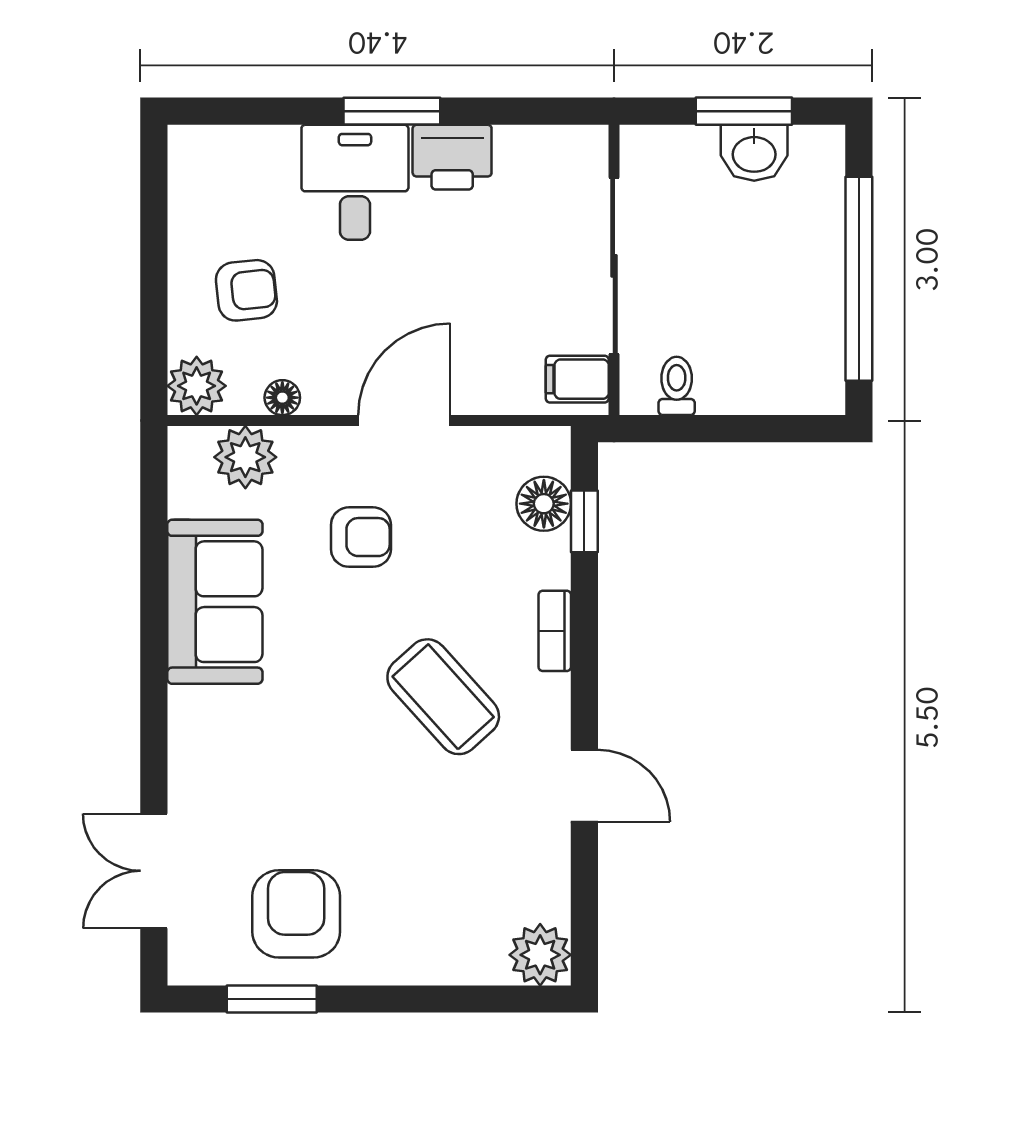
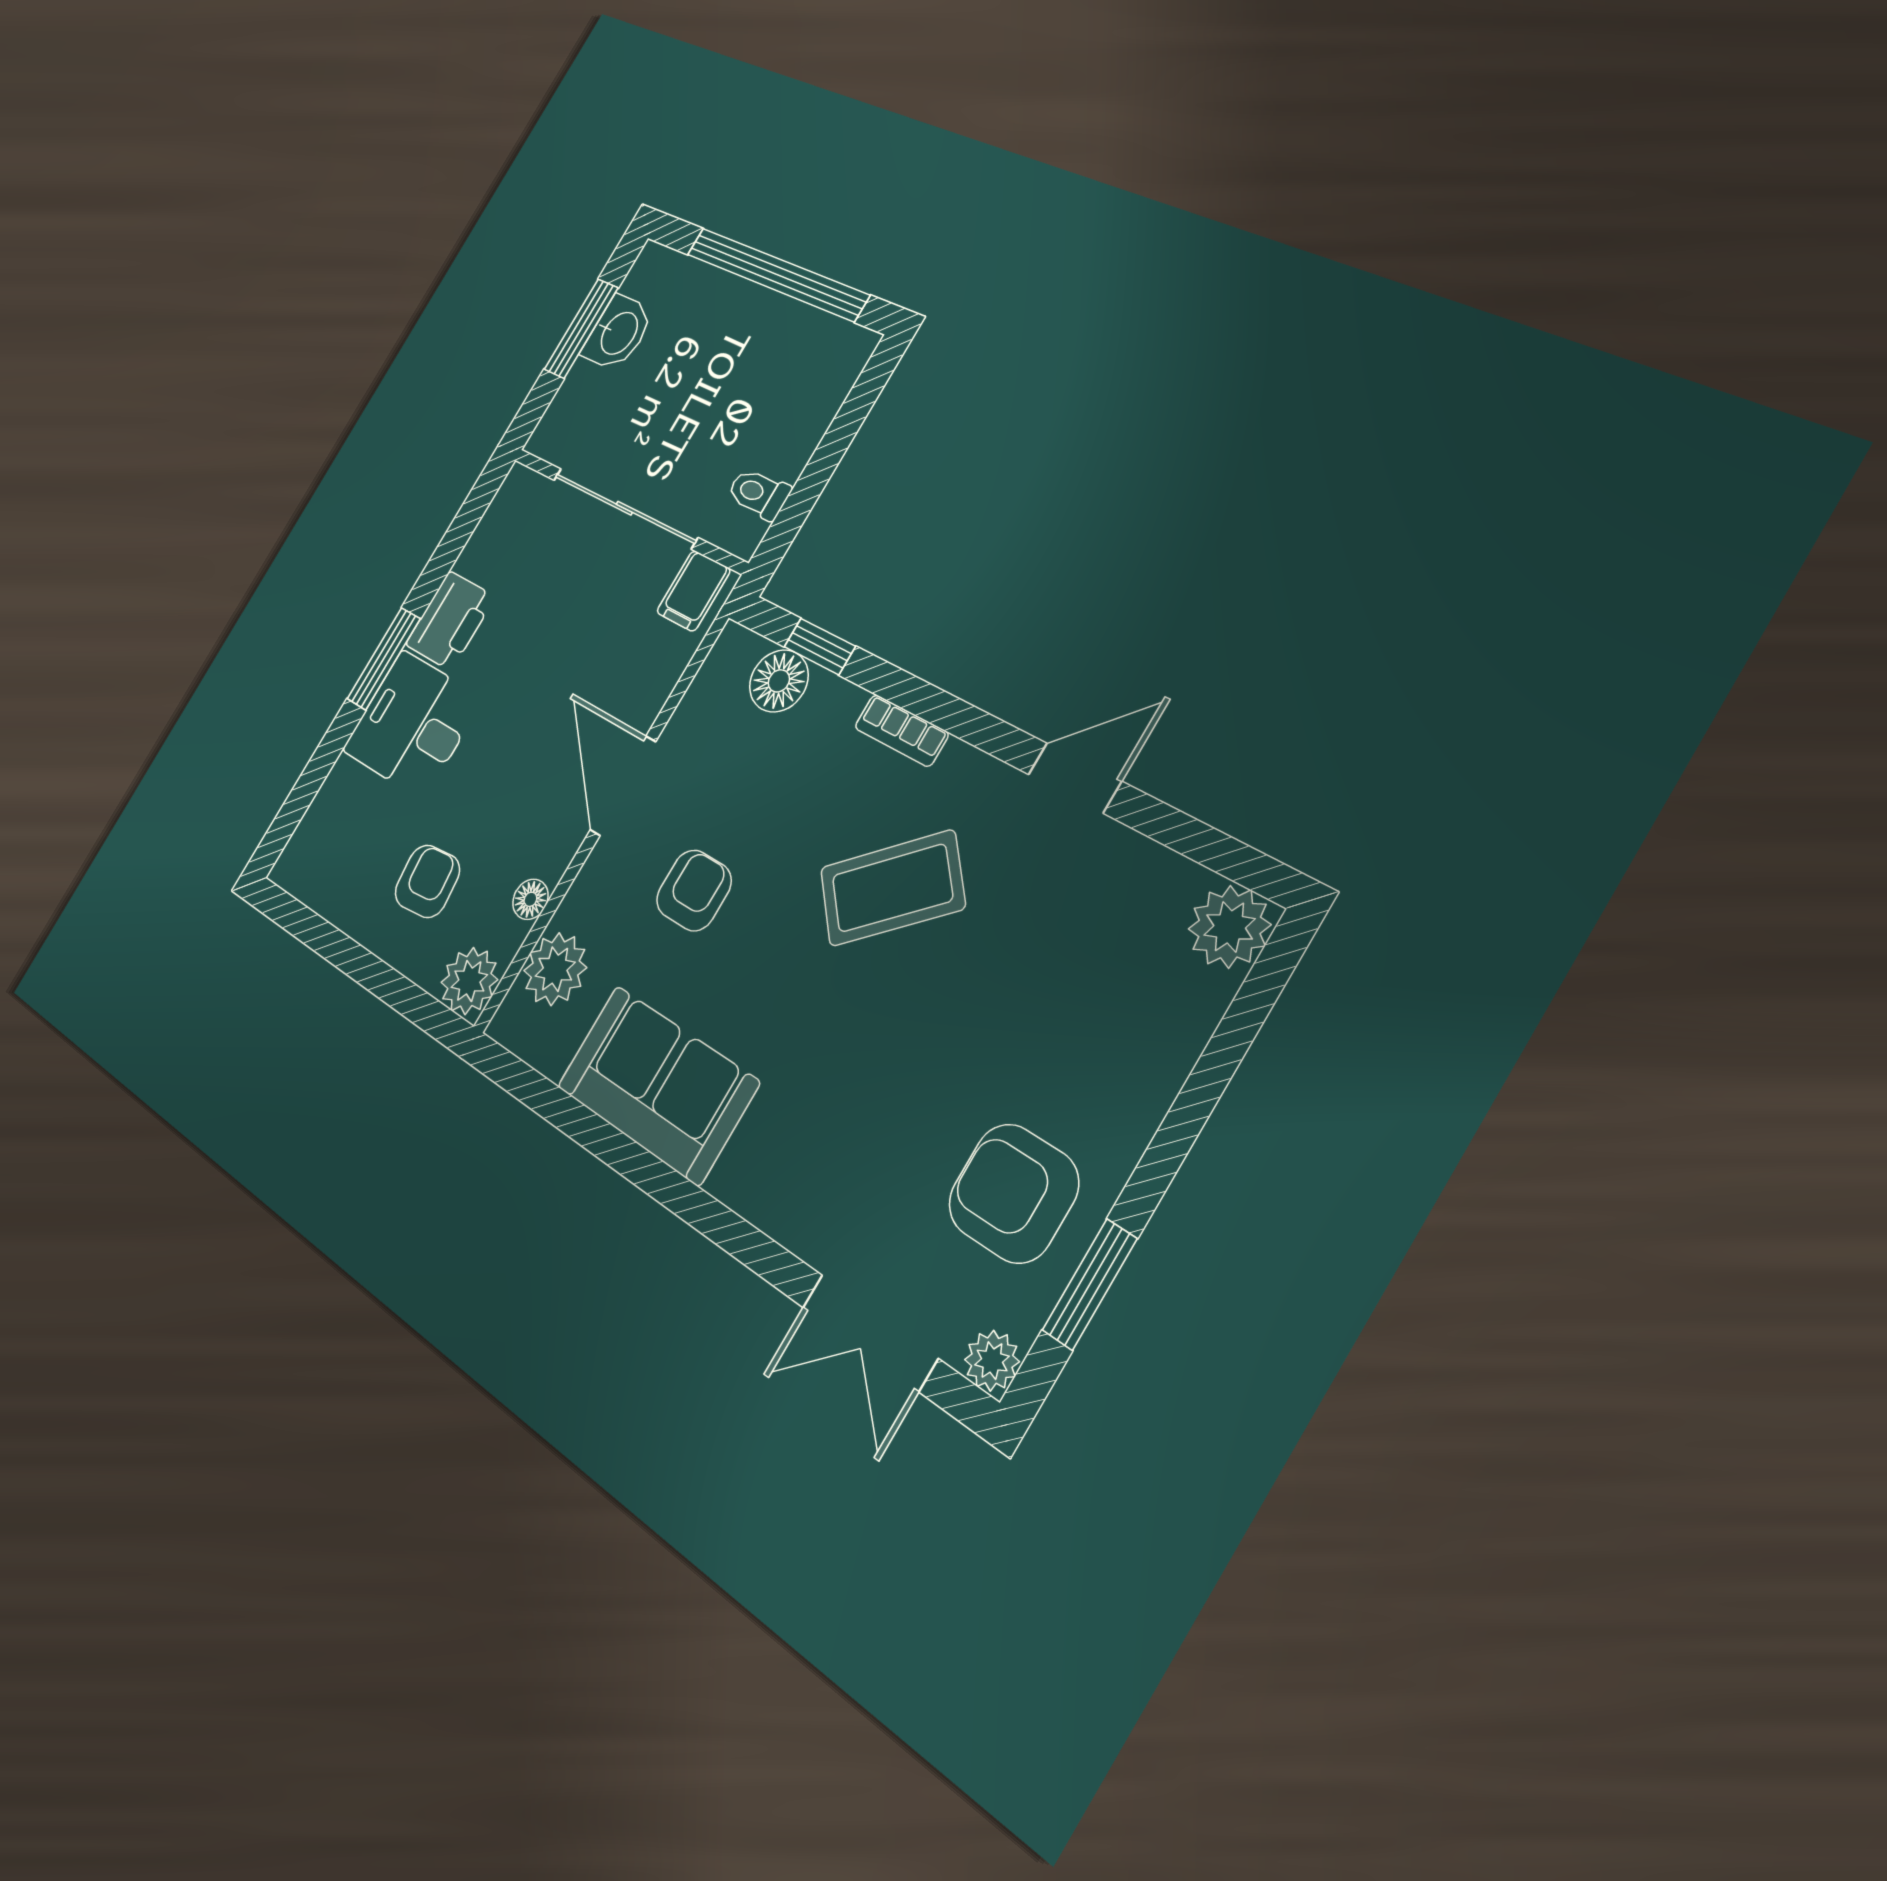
plant: (189, 964) -> (992, 1361), added

